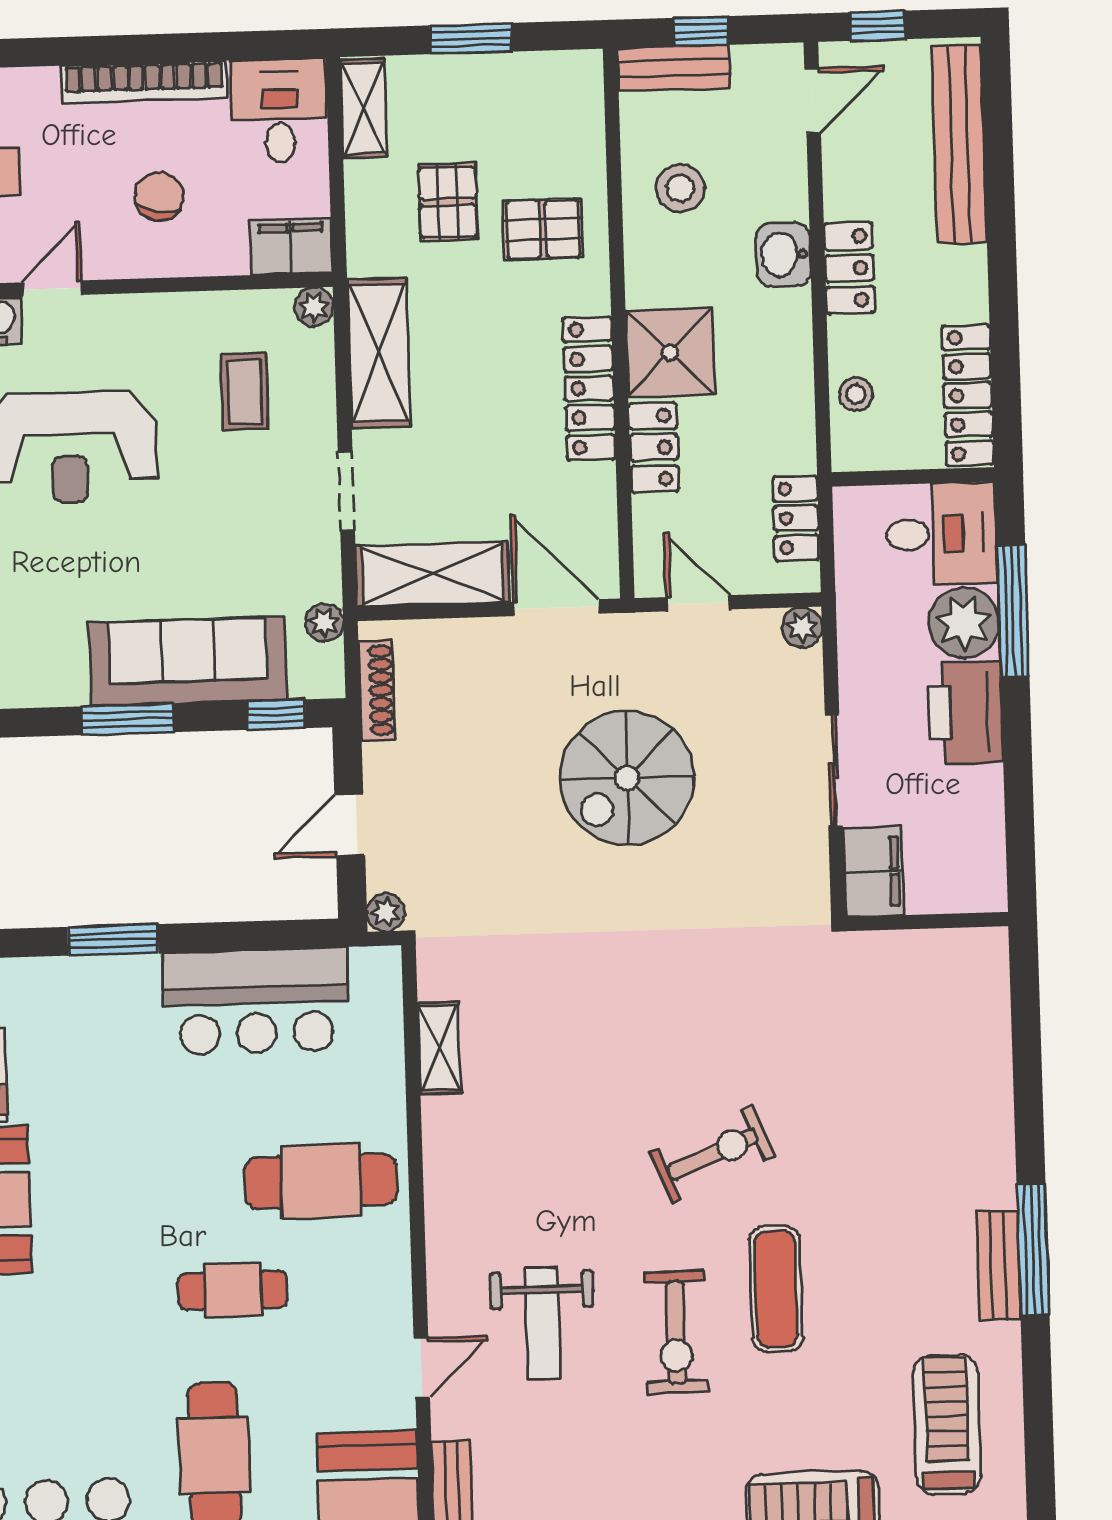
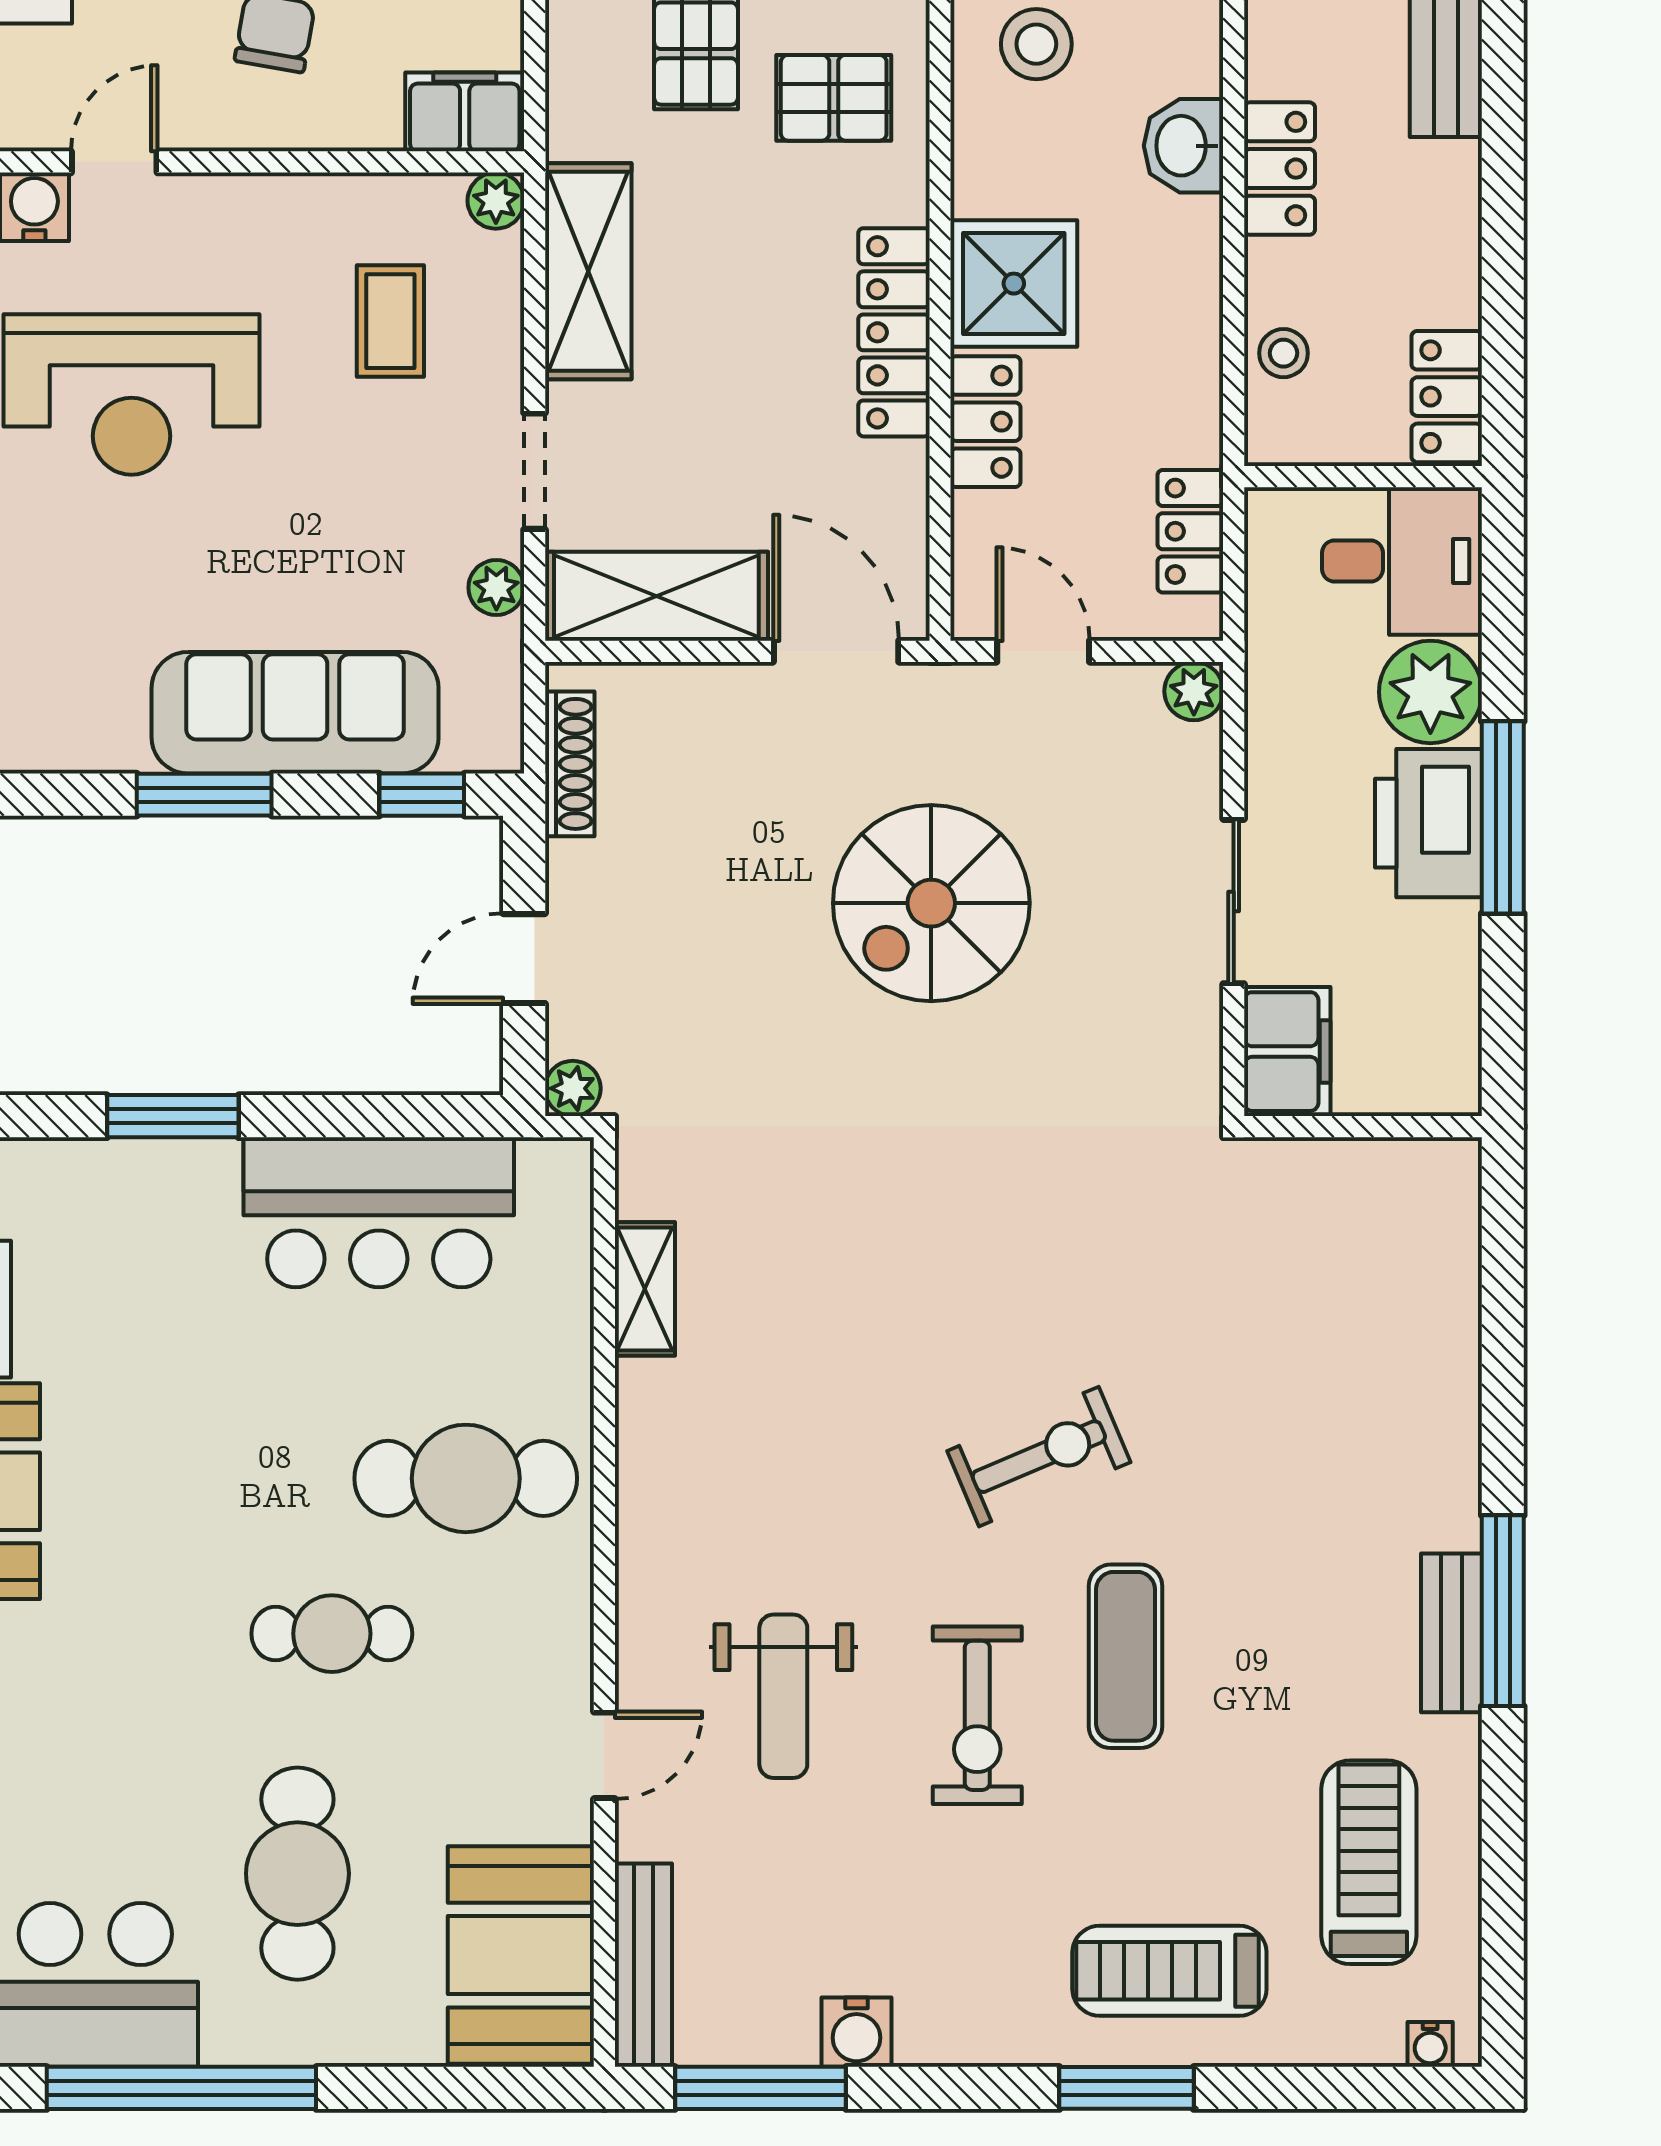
locker: (968, 395) -> (1447, 397), width x0.66
window: (1013, 611) -> (1503, 817), moved
plant: (324, 623) -> (496, 588), moved

